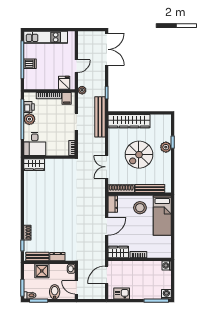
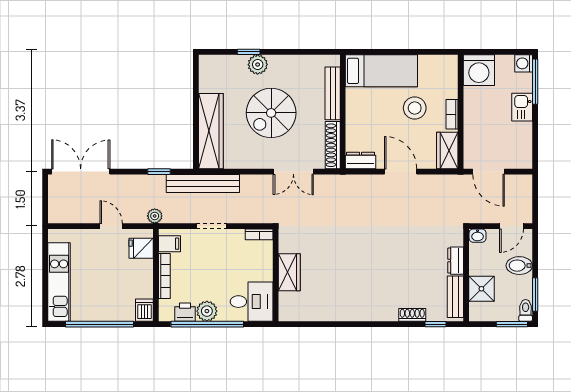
dishwasher: (30, 64) -> (144, 310), moved
spiral stairs: (139, 155) -> (271, 113), turned 90
wardrobe: (34, 165) -> (289, 272), moved
stool: (140, 208) -> (415, 108), moved
washing machine: (167, 265) -> (479, 70), width x1.89, depth x1.89
kitchen sink: (122, 293) -> (522, 107), moved

